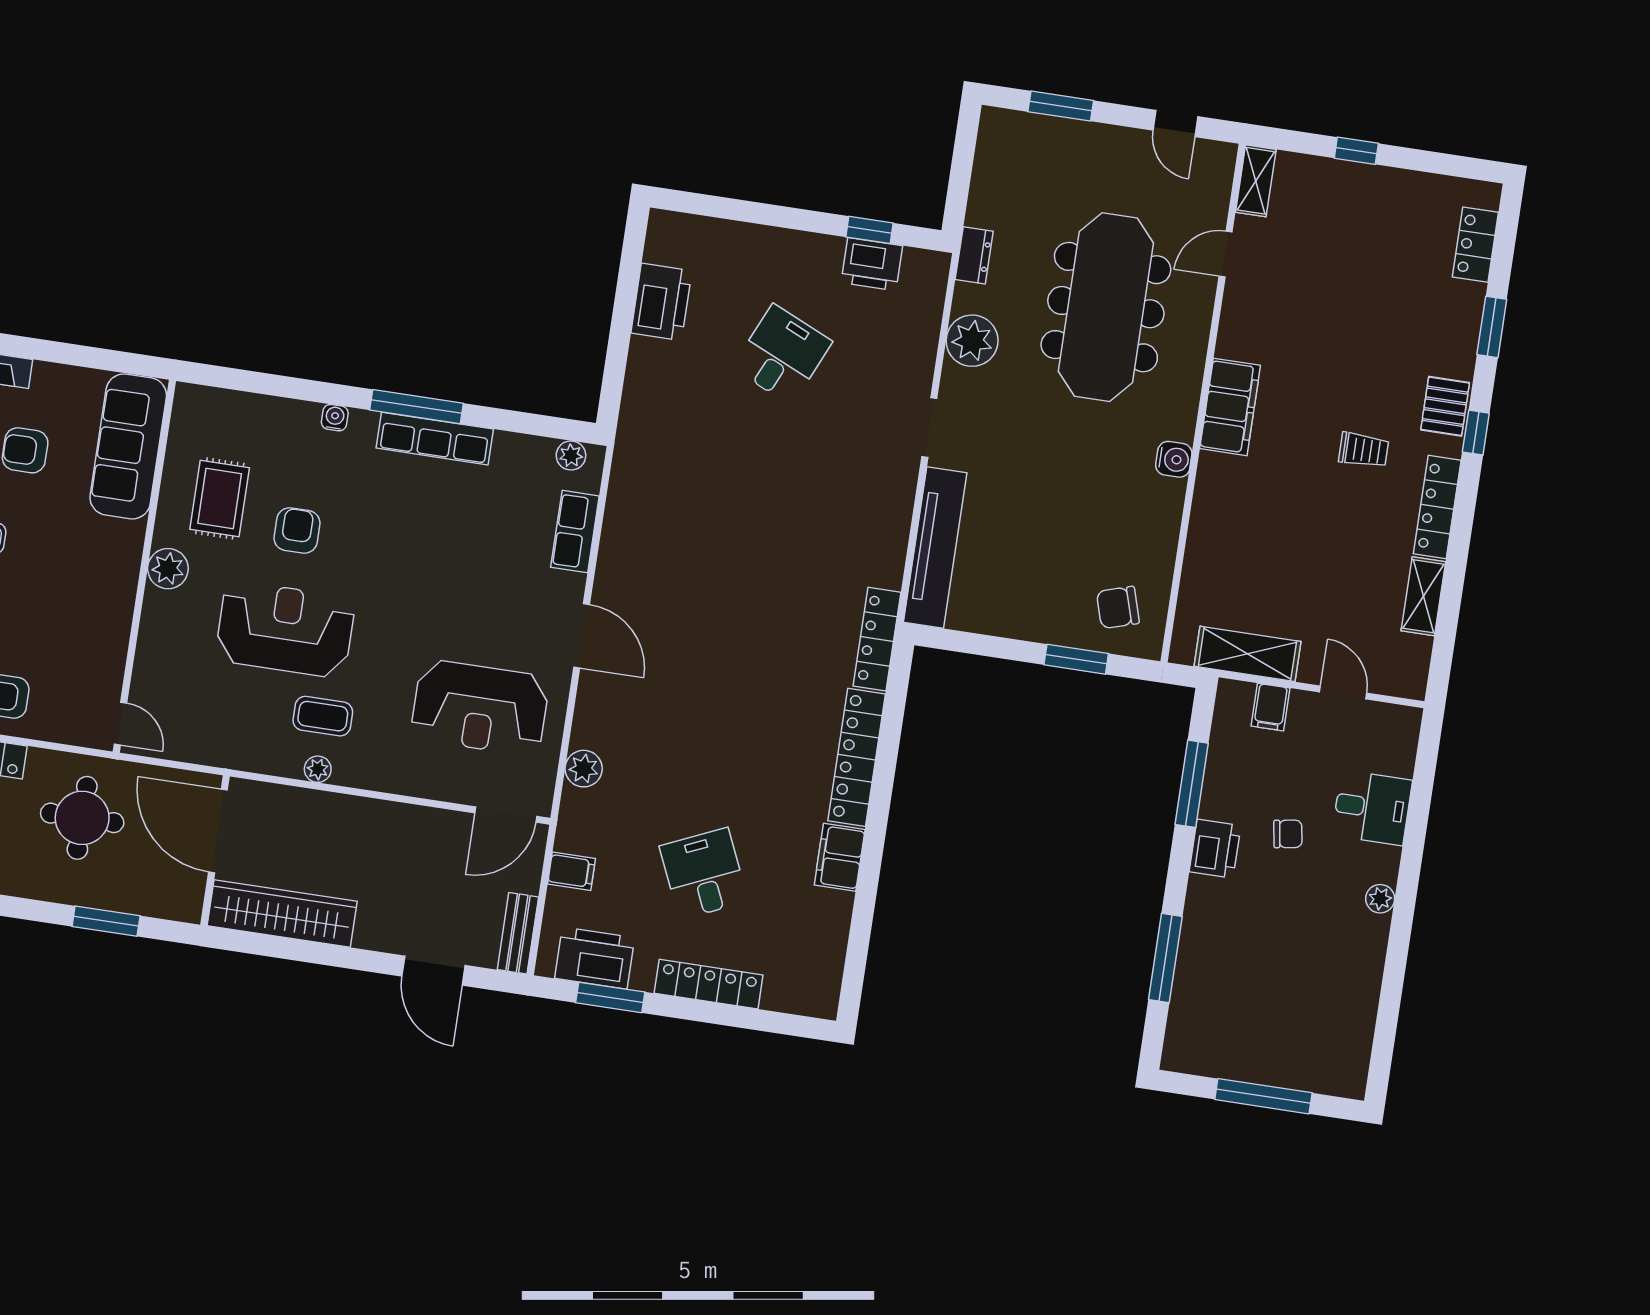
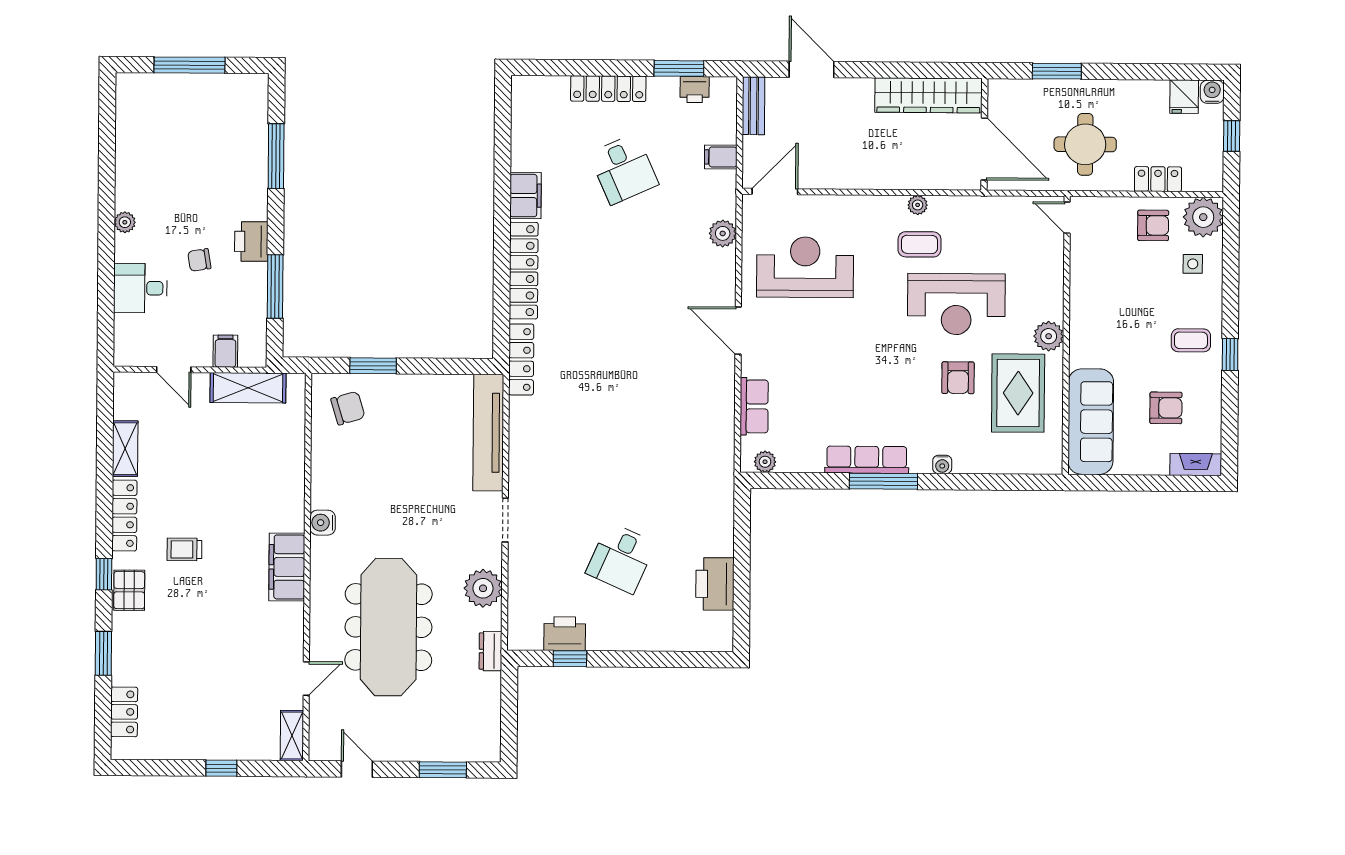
rug: (220, 498) -> (1018, 393), width x1.36, depth x1.43
printer: (595, 958) -> (695, 89), width x0.53, depth x0.68

